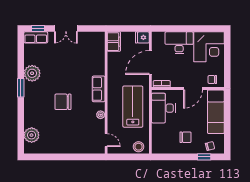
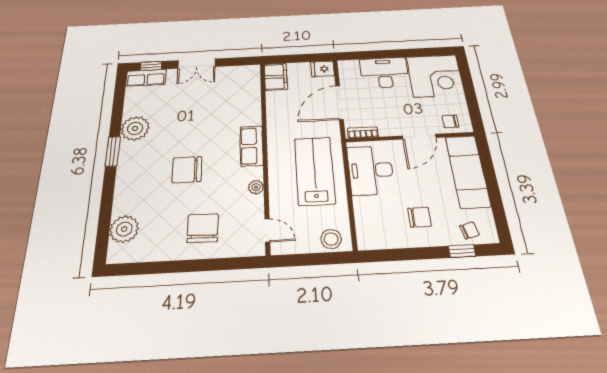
chair: (72, 137) -> (203, 228), added

